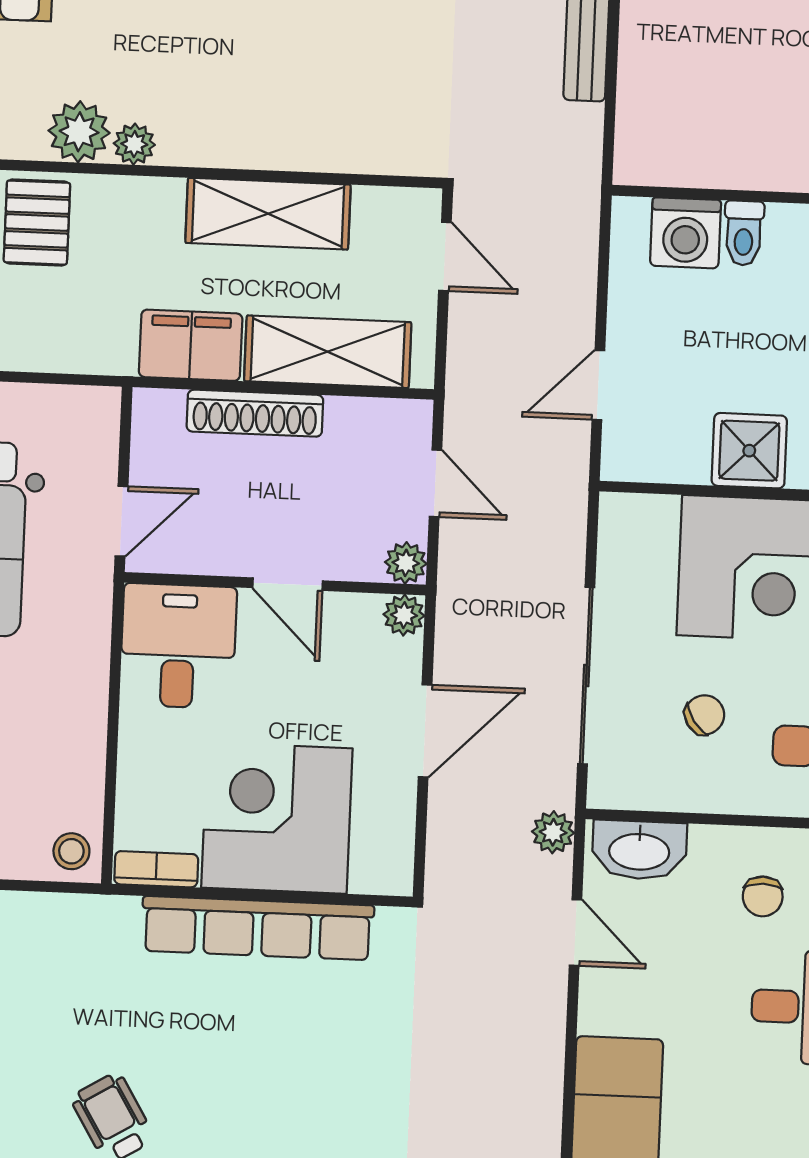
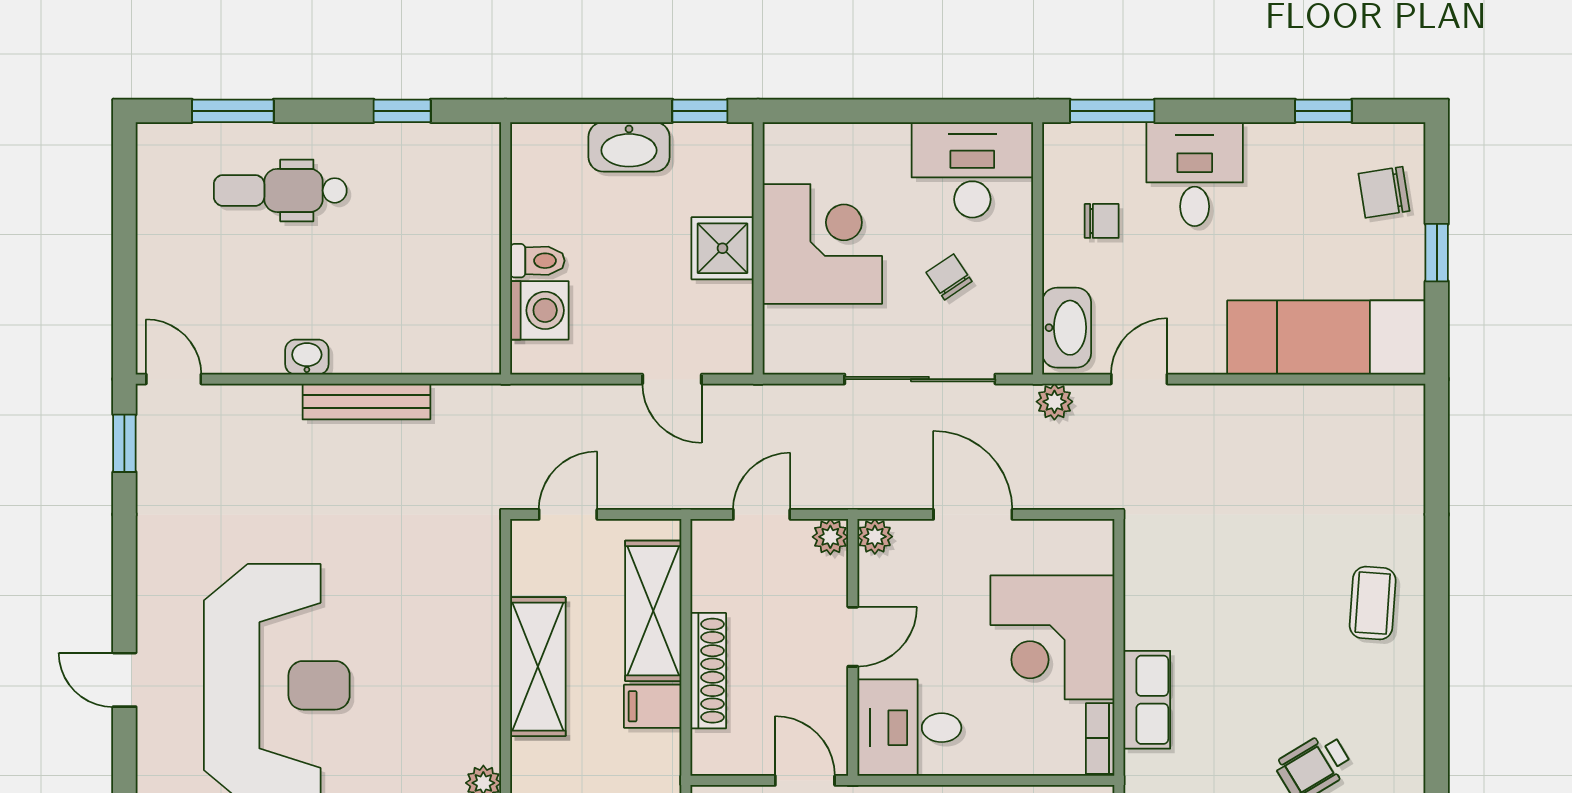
filing cabinet: (191, 345) -> (653, 706), width x0.50
row of seats: (258, 928) -> (1147, 700), width x0.50

